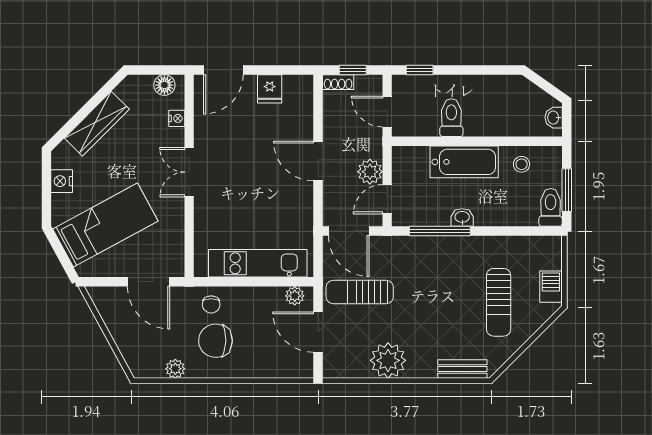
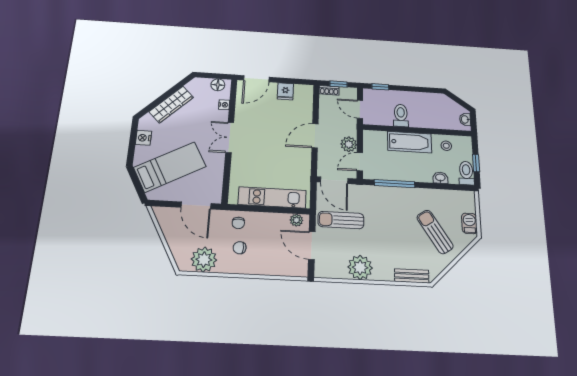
door: (318, 161) -> (315, 136), hinge flipped
window: (567, 190) -> (476, 163), width x0.67
washbasin: (462, 217) -> (440, 178), moved
sun lounger: (499, 302) -> (435, 232), turned 147
chair: (215, 341) -> (240, 248), width x0.54, depth x0.54
plant: (175, 369) -> (204, 260), width x1.88, depth x1.88

